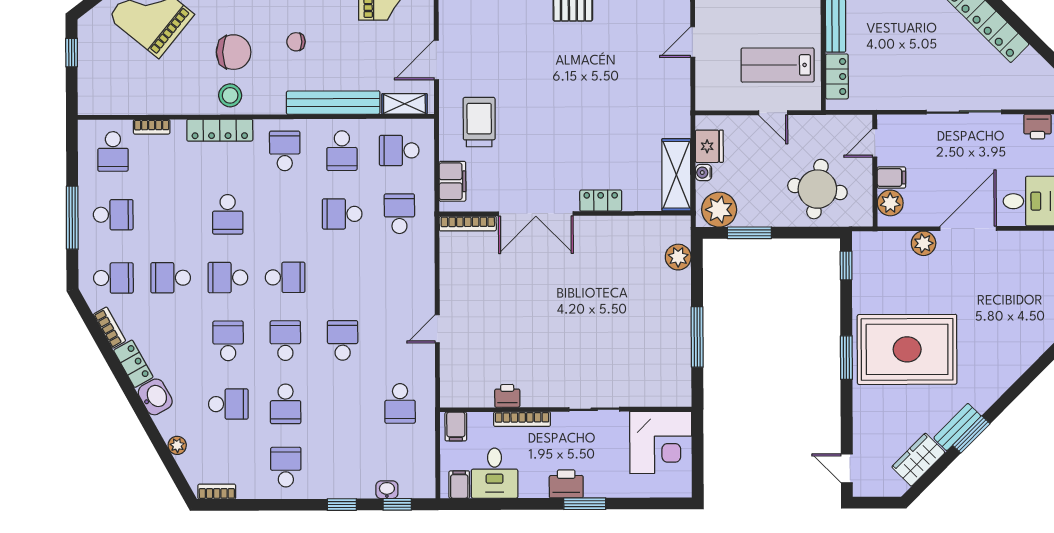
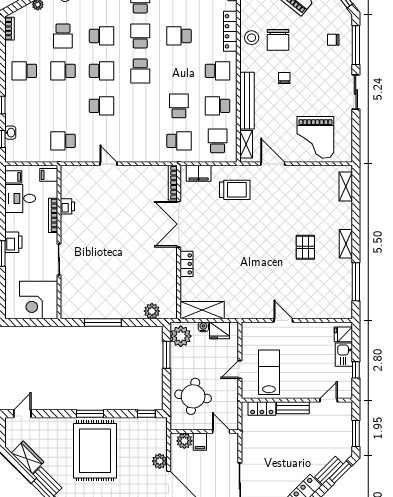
school desk: (286, 467) -> (24, 71), turned 180

